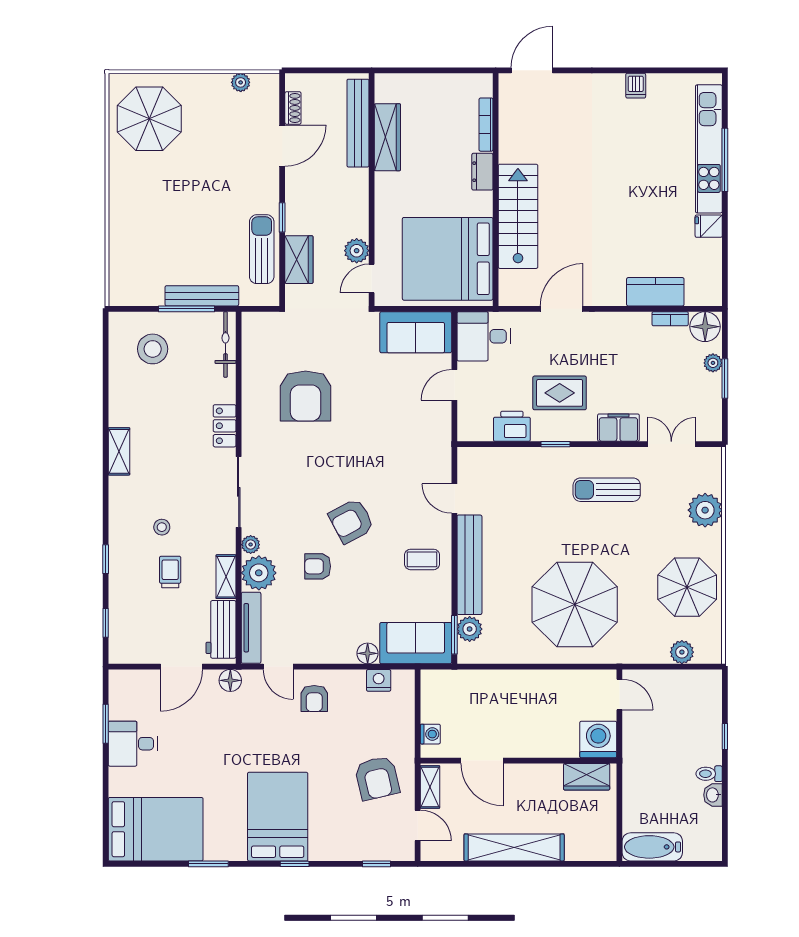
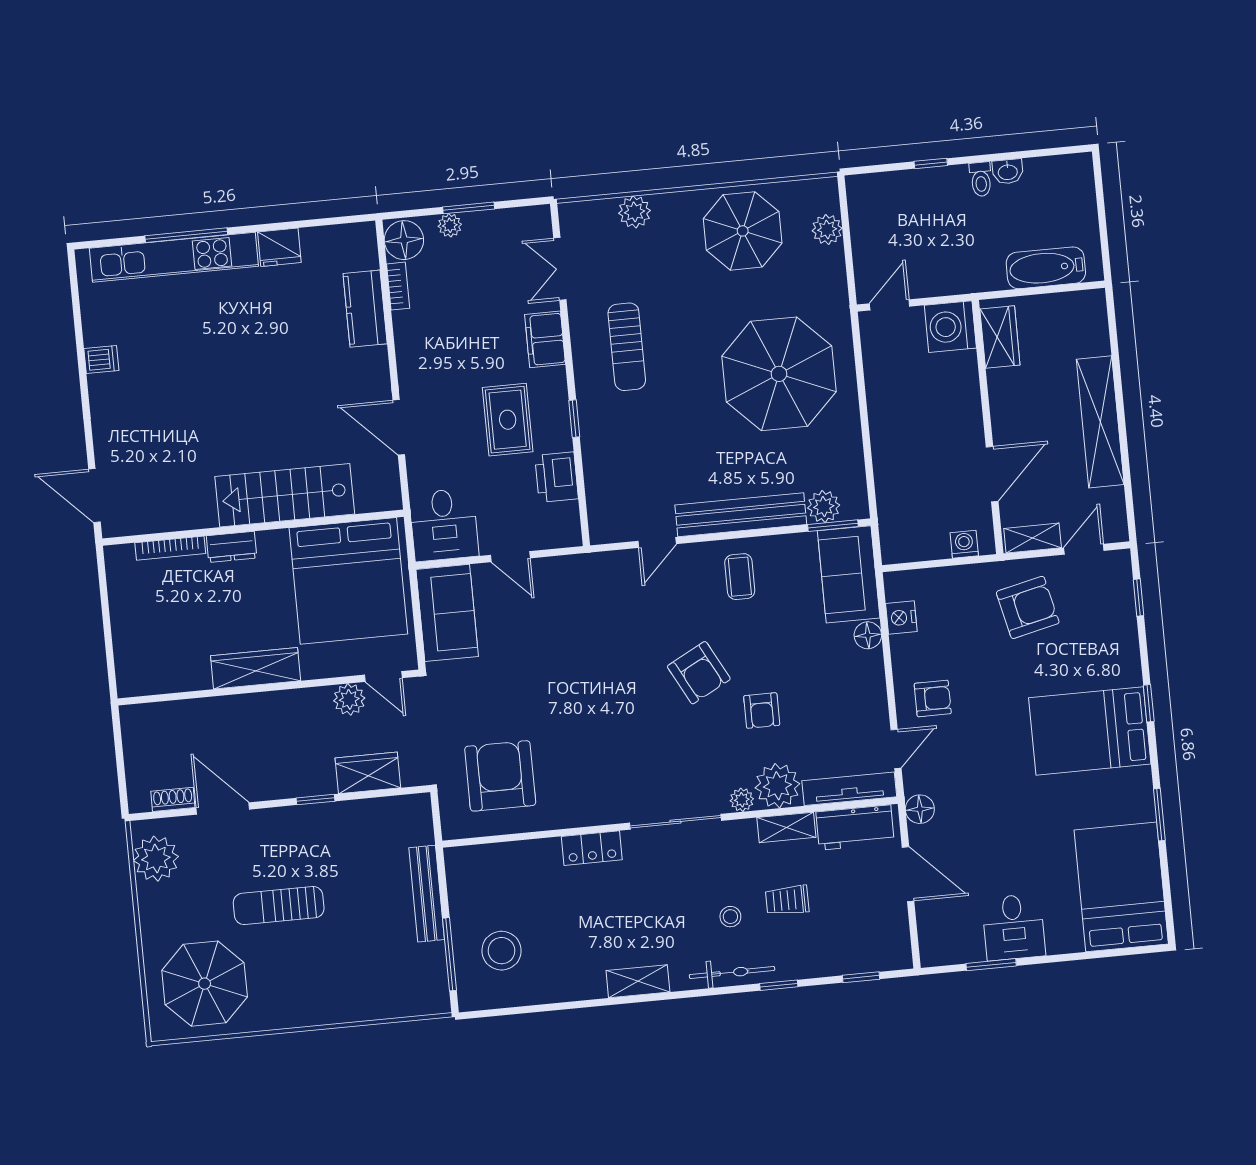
plant: (241, 82) -> (156, 859), width x1.88, depth x1.88
bench: (358, 123) -> (184, 714), removed
wardrobe: (387, 137) -> (256, 668), moved
fridge: (709, 226) -> (279, 247), width x1.38
sun lounger: (262, 249) -> (279, 906), moved
window: (187, 309) -> (449, 954), moved
bicycle: (225, 344) -> (732, 972), moved, turned 180
armchair: (306, 396) -> (500, 776), moved, turned -90
plant: (705, 510) -> (634, 212), width x0.73, depth x0.73
bathtub: (652, 847) -> (1046, 268), moved, turned 90

